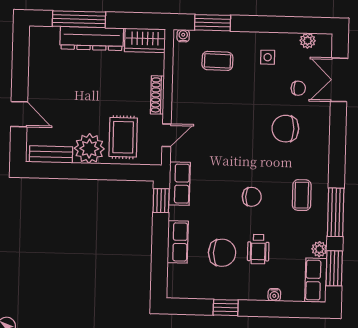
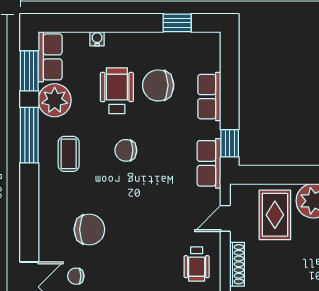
wheelchair: (193, 96) -> (197, 264), added
wheelchair: (258, 249) -> (117, 91), width x1.36, depth x1.37
plant: (319, 249) -> (55, 100), width x1.88, depth x1.88
window: (226, 308) -> (177, 23), moved

